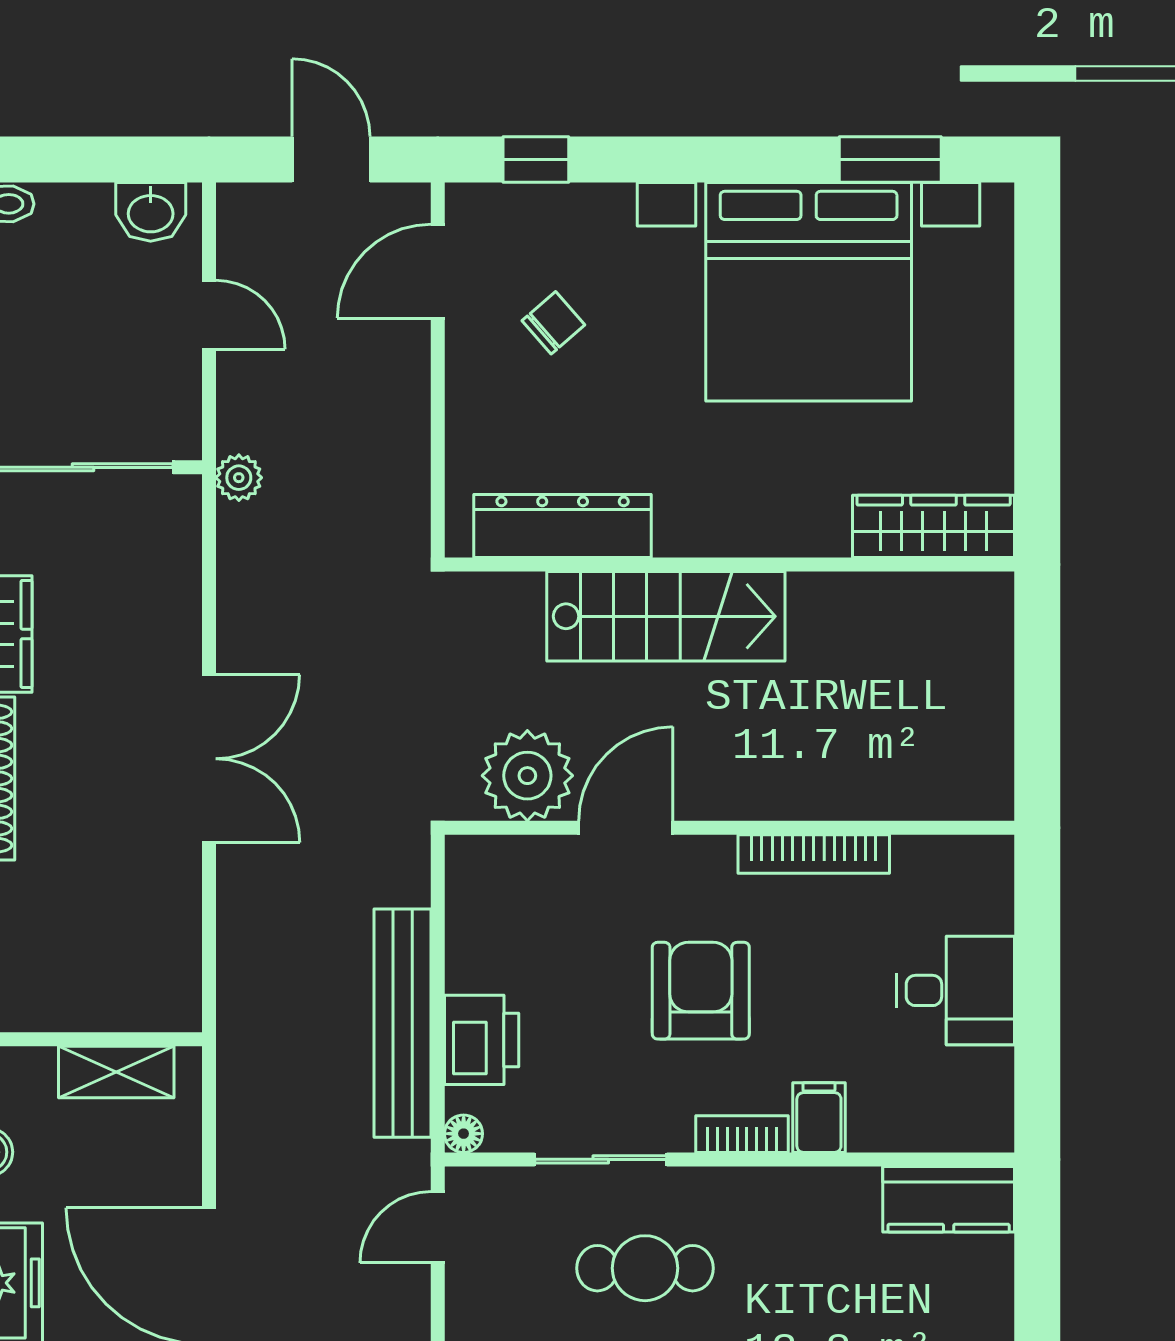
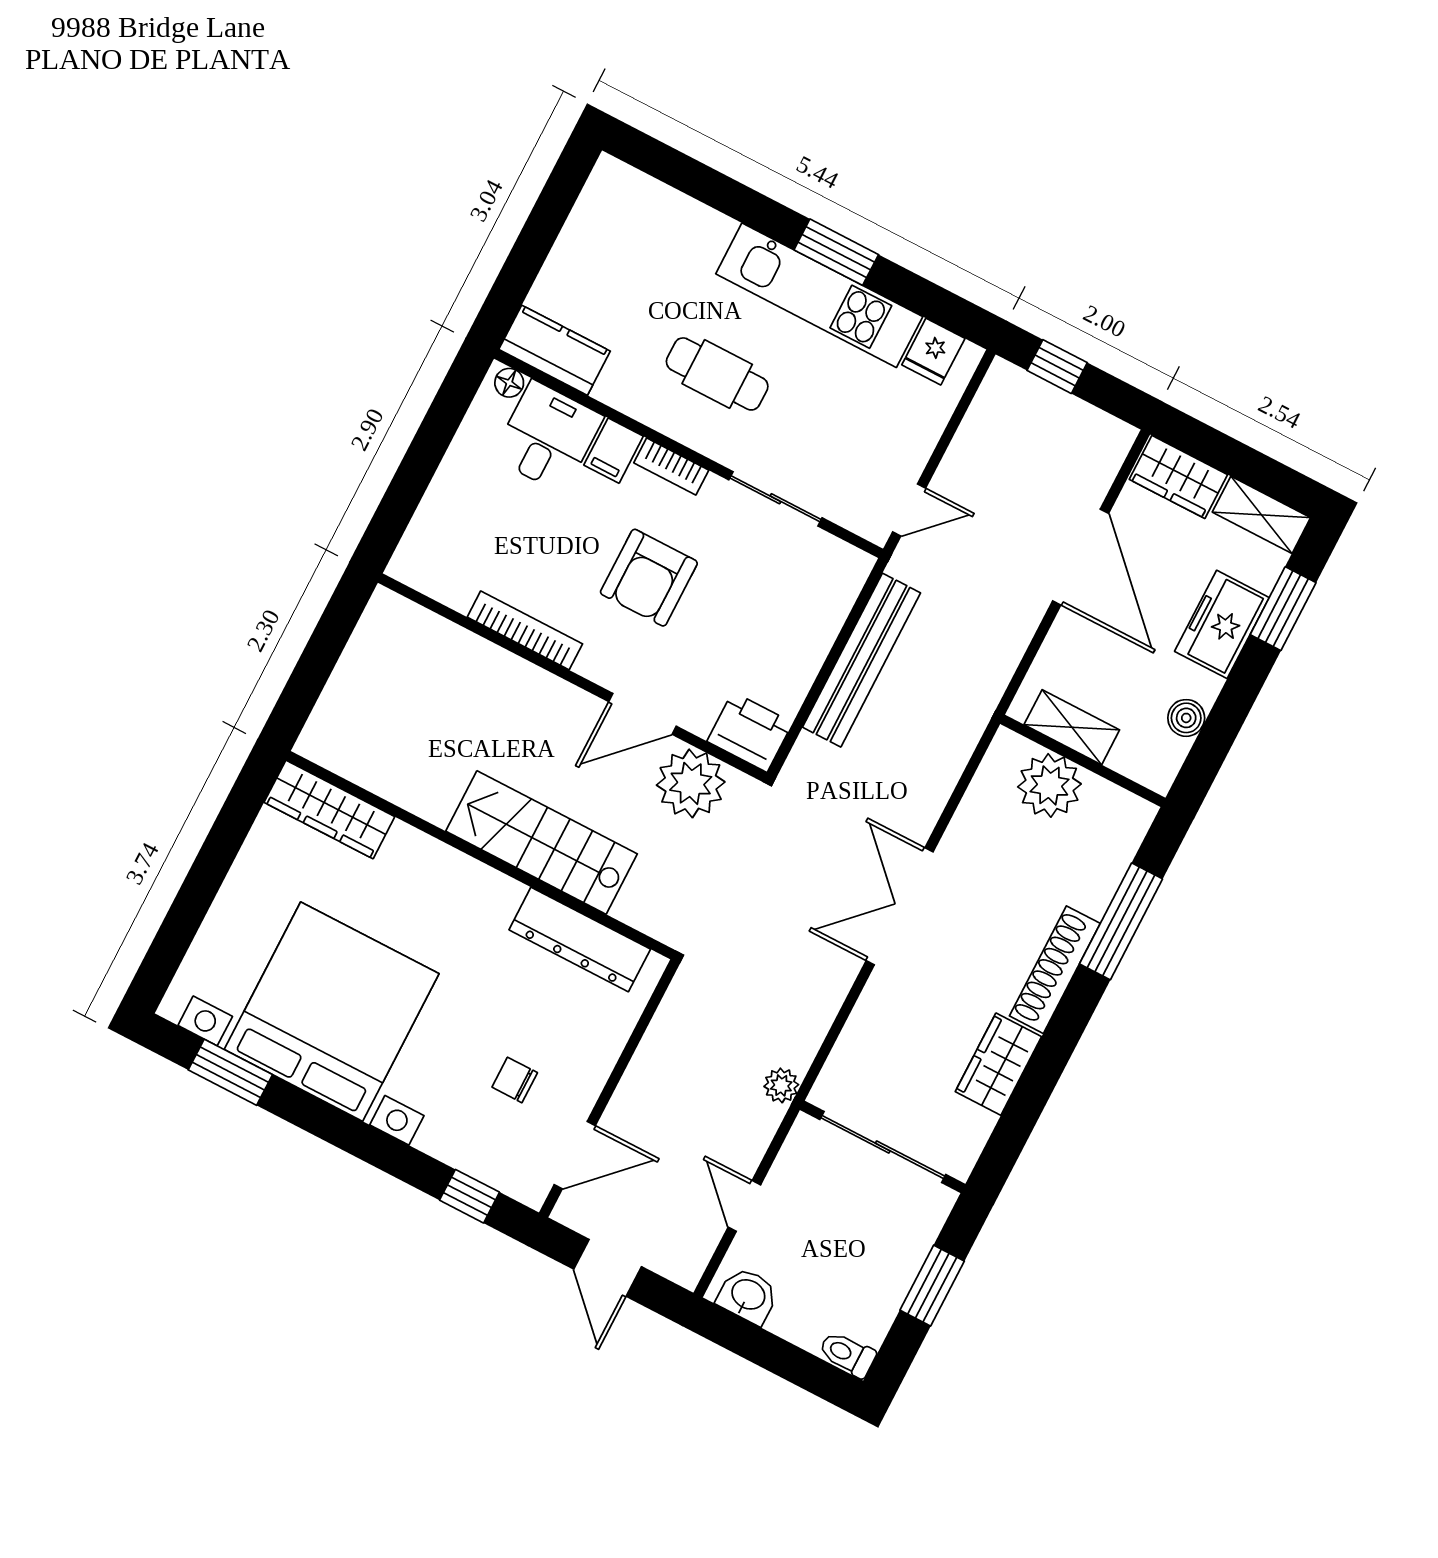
chair: (553, 323) -> (515, 1080), turned 41
plant: (107, 990) -> (1049, 785), added
desk: (956, 990) -> (548, 437), moved, turned 90
printer: (482, 1040) -> (750, 732), moved, turned 90
floor lamp: (464, 1134) -> (509, 383), moved
cafe table: (645, 1268) -> (717, 374), moved

